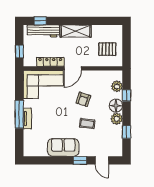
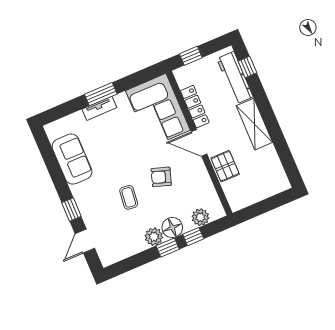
pallet: (107, 49) -> (225, 166), moved
window: (19, 114) -> (101, 94), width x0.69
window: (127, 132) -> (168, 247), moved
sofa: (63, 147) -> (72, 159), moved

